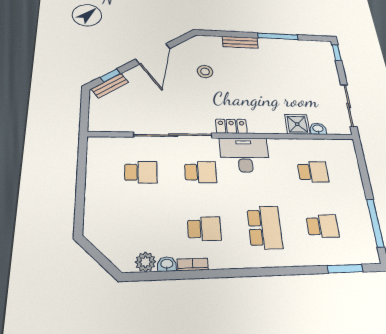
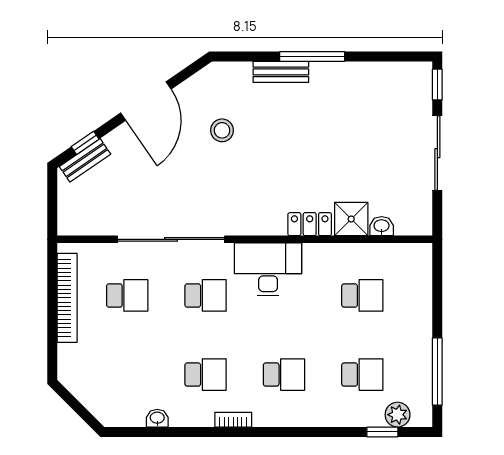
window: (278, 36) -> (312, 56), moved
sliding door: (349, 105) -> (437, 153), moved
locker: (231, 126) -> (310, 224), moved
bookcase: (93, 174) -> (67, 298), added
school desk: (265, 227) -> (284, 375), width x0.54
plant: (145, 262) -> (398, 415), moved
bookcase: (193, 264) -> (233, 420), moved
window: (345, 269) -> (382, 432), width x0.67

